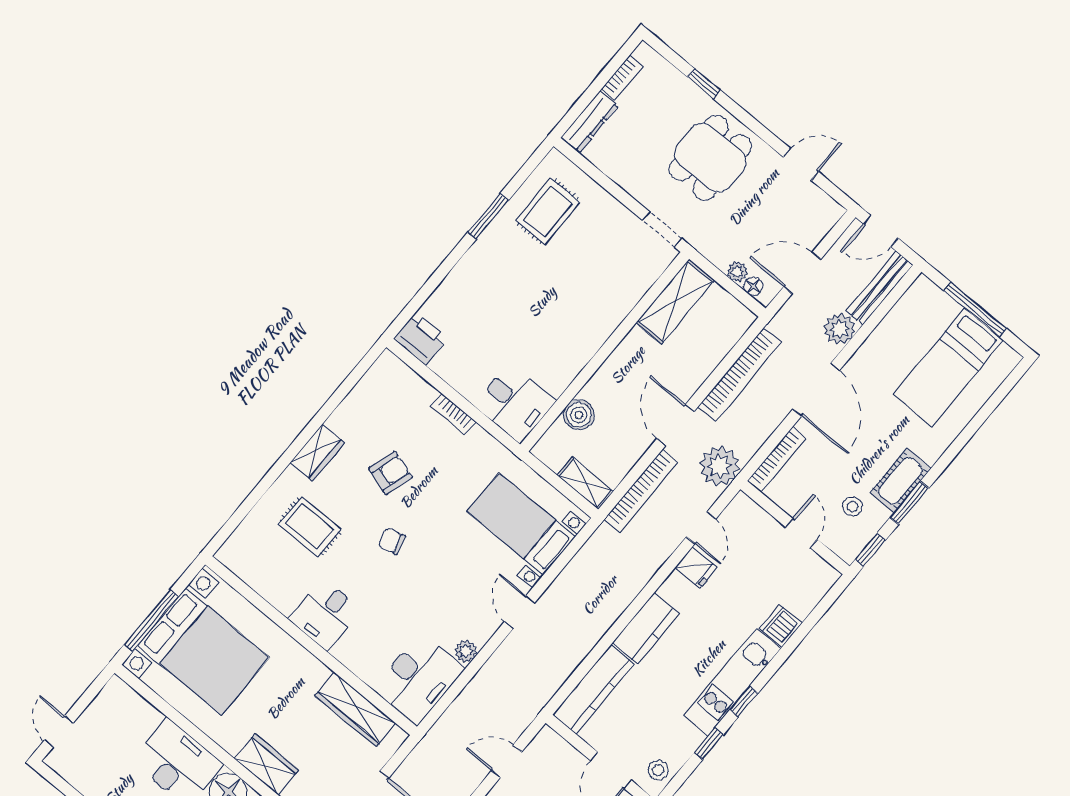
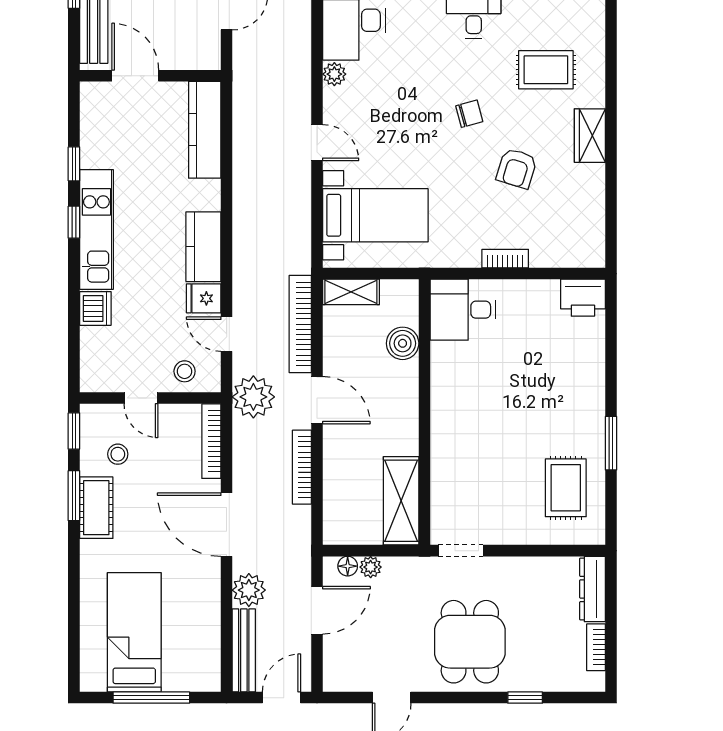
bookcase: (740, 375) -> (302, 467), width x0.68, depth x0.76
kitchen counter: (646, 628) -> (203, 247), moved
stool: (658, 770) -> (185, 371), moved

